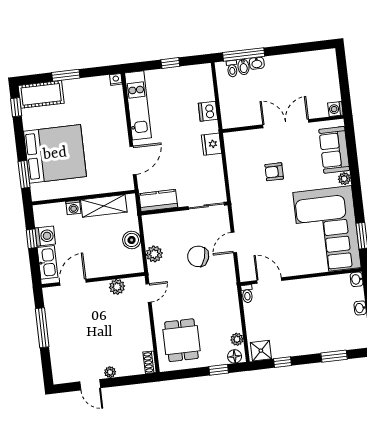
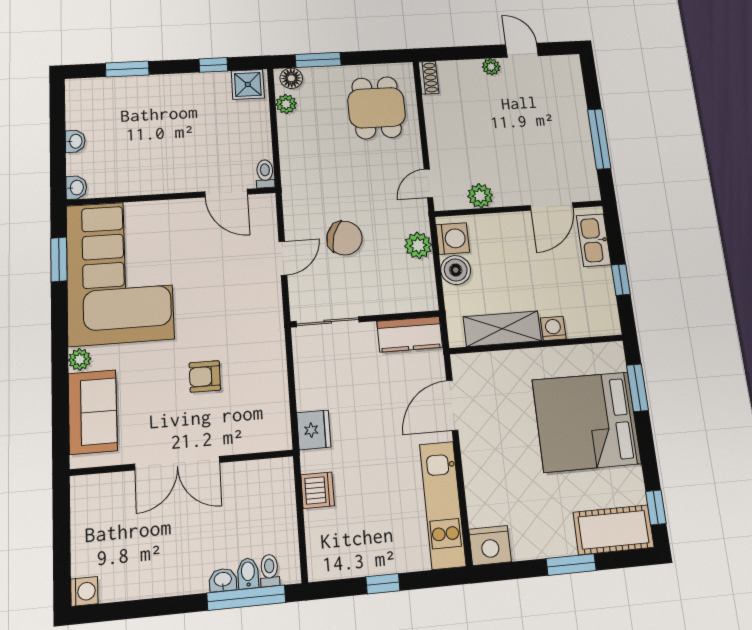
nightstand: (116, 79) -> (490, 545), width x1.89, depth x1.79
washing machine: (335, 109) -> (84, 591), moved
armchair: (274, 172) -> (205, 376), turned 180
washing machine: (45, 236) -> (453, 239), moved, turned 180
window: (219, 370) -> (318, 60), width x1.50

